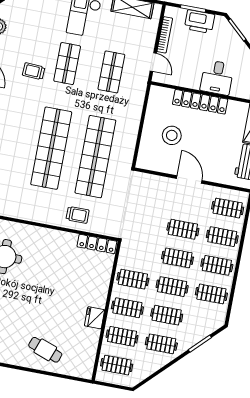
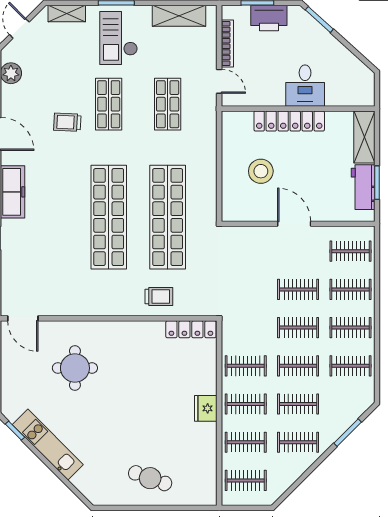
fridge: (95, 318) -> (206, 408), moved

